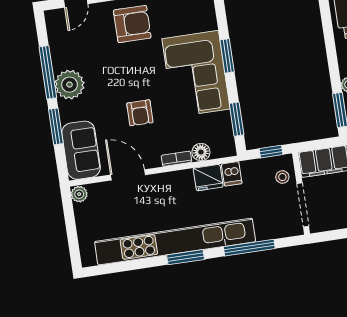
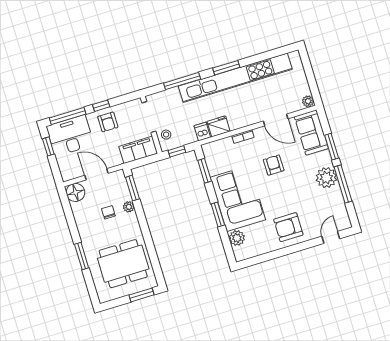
plant: (206, 19) -> (237, 238), added
floor lamp: (201, 152) -> (226, 144), removed

